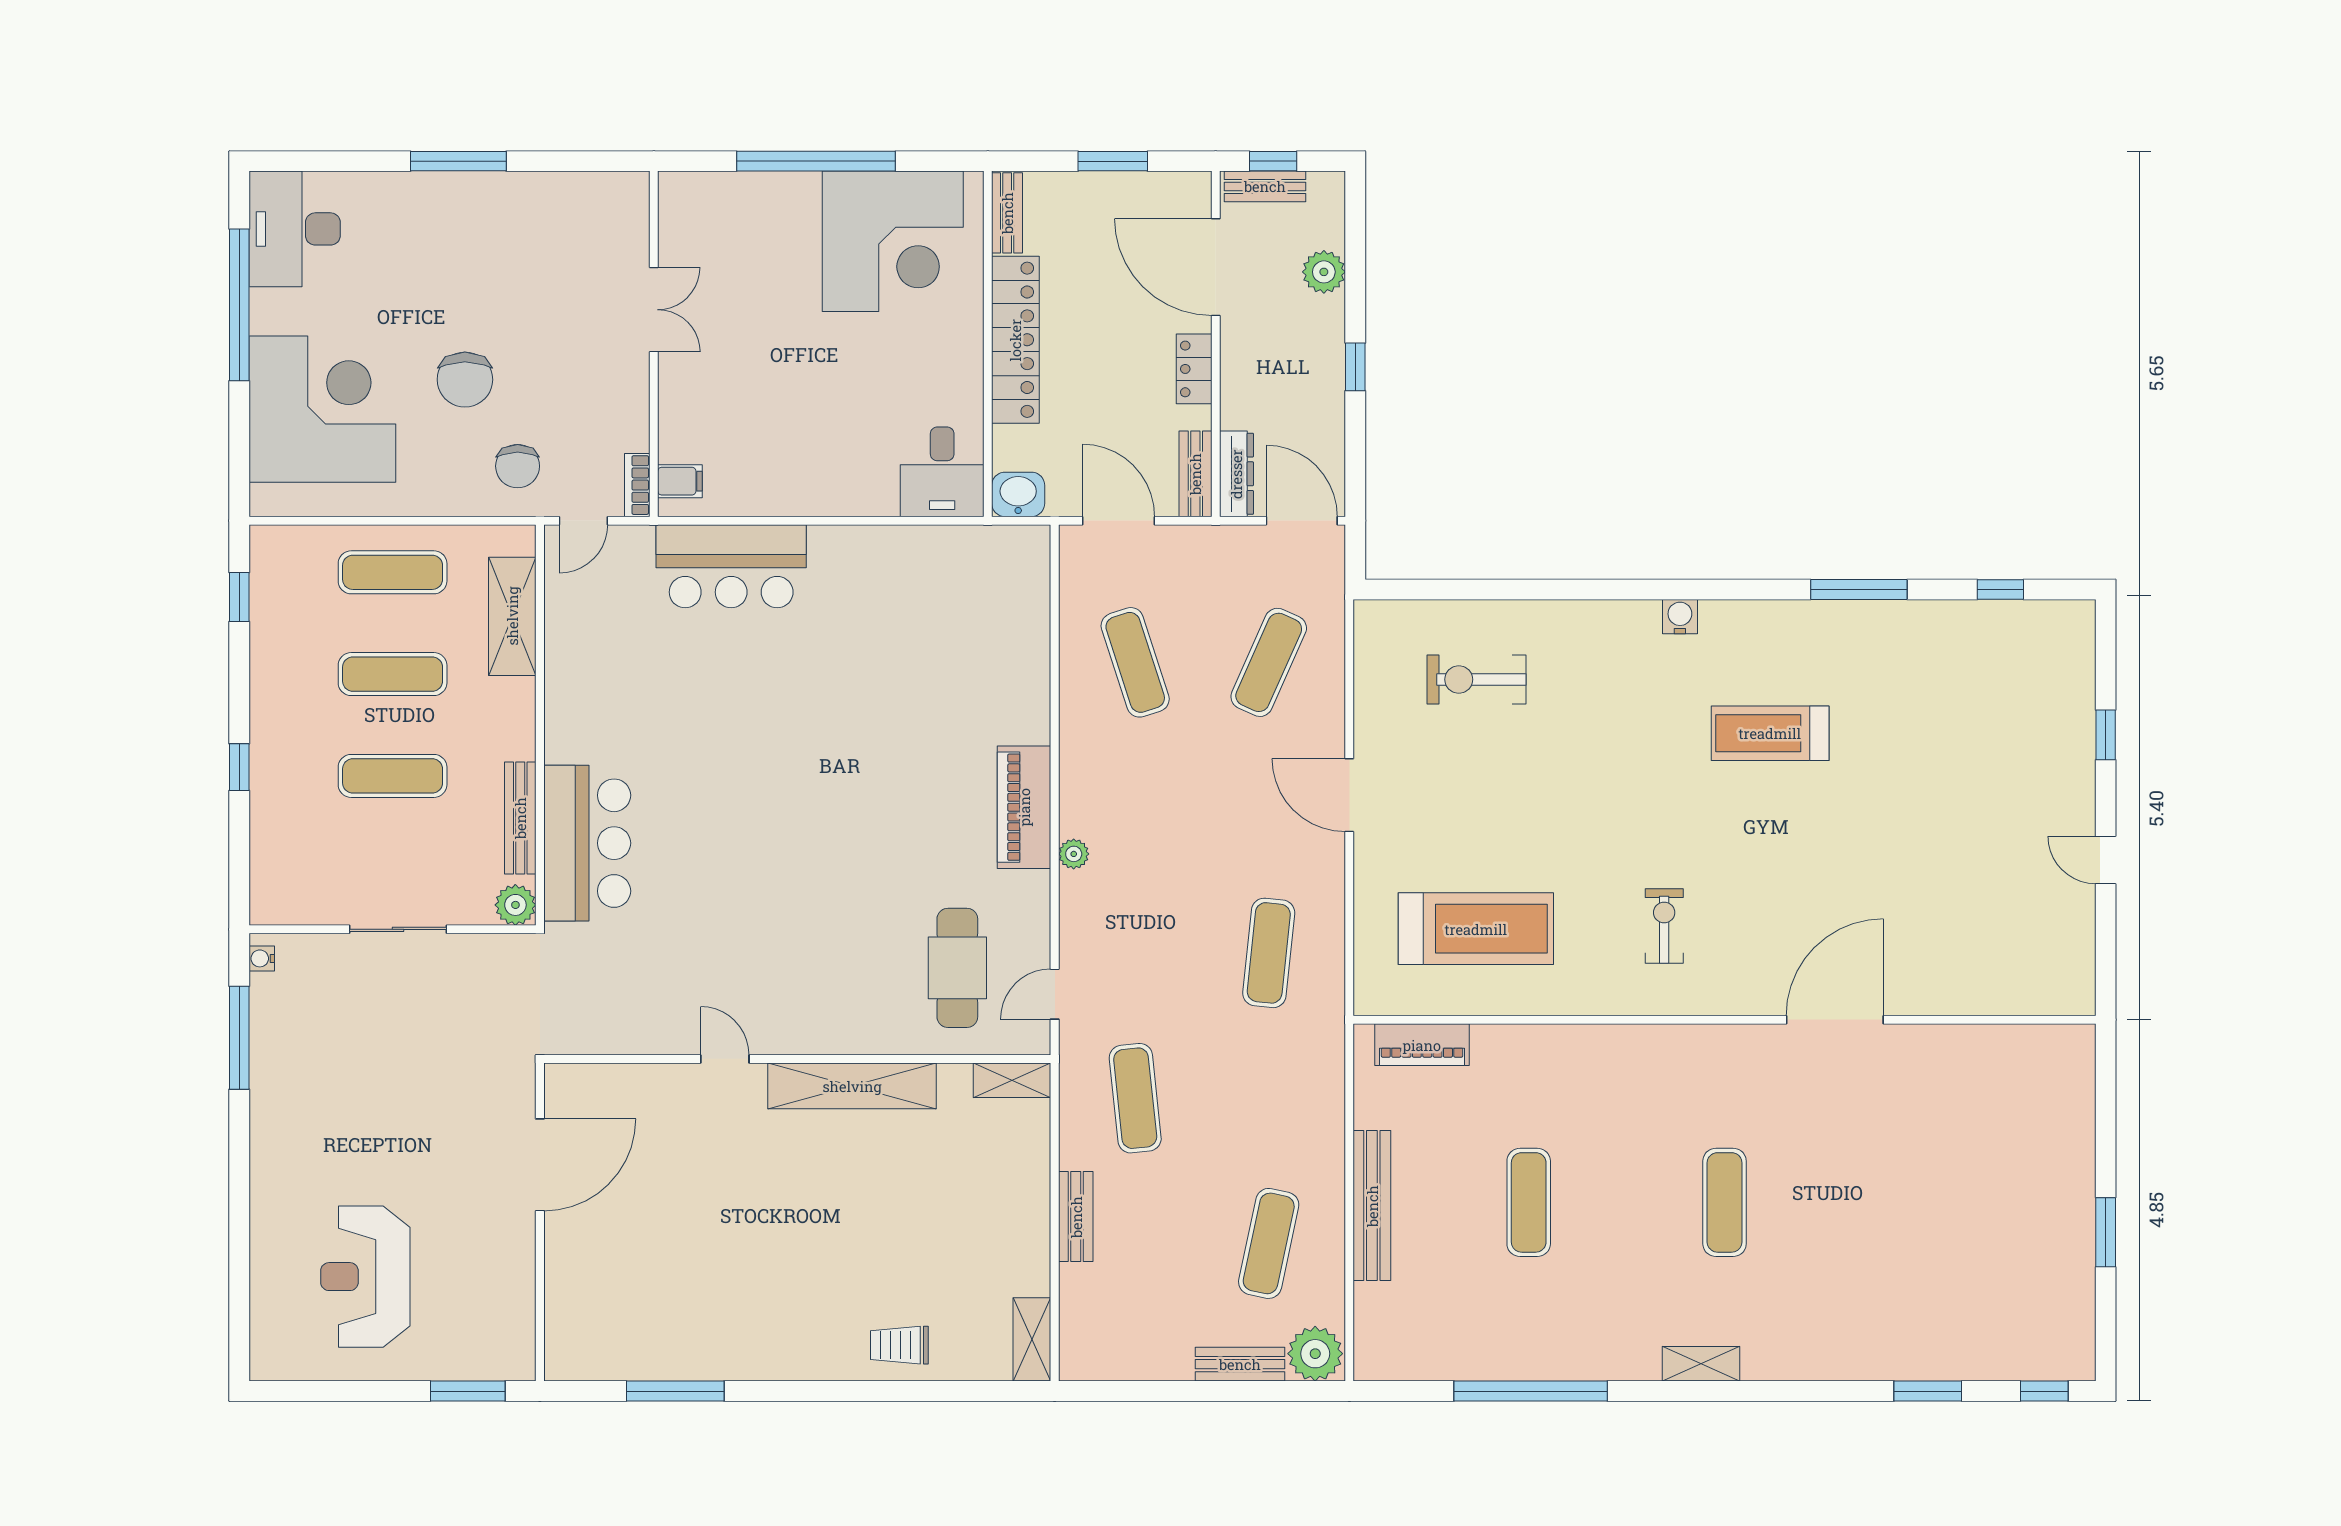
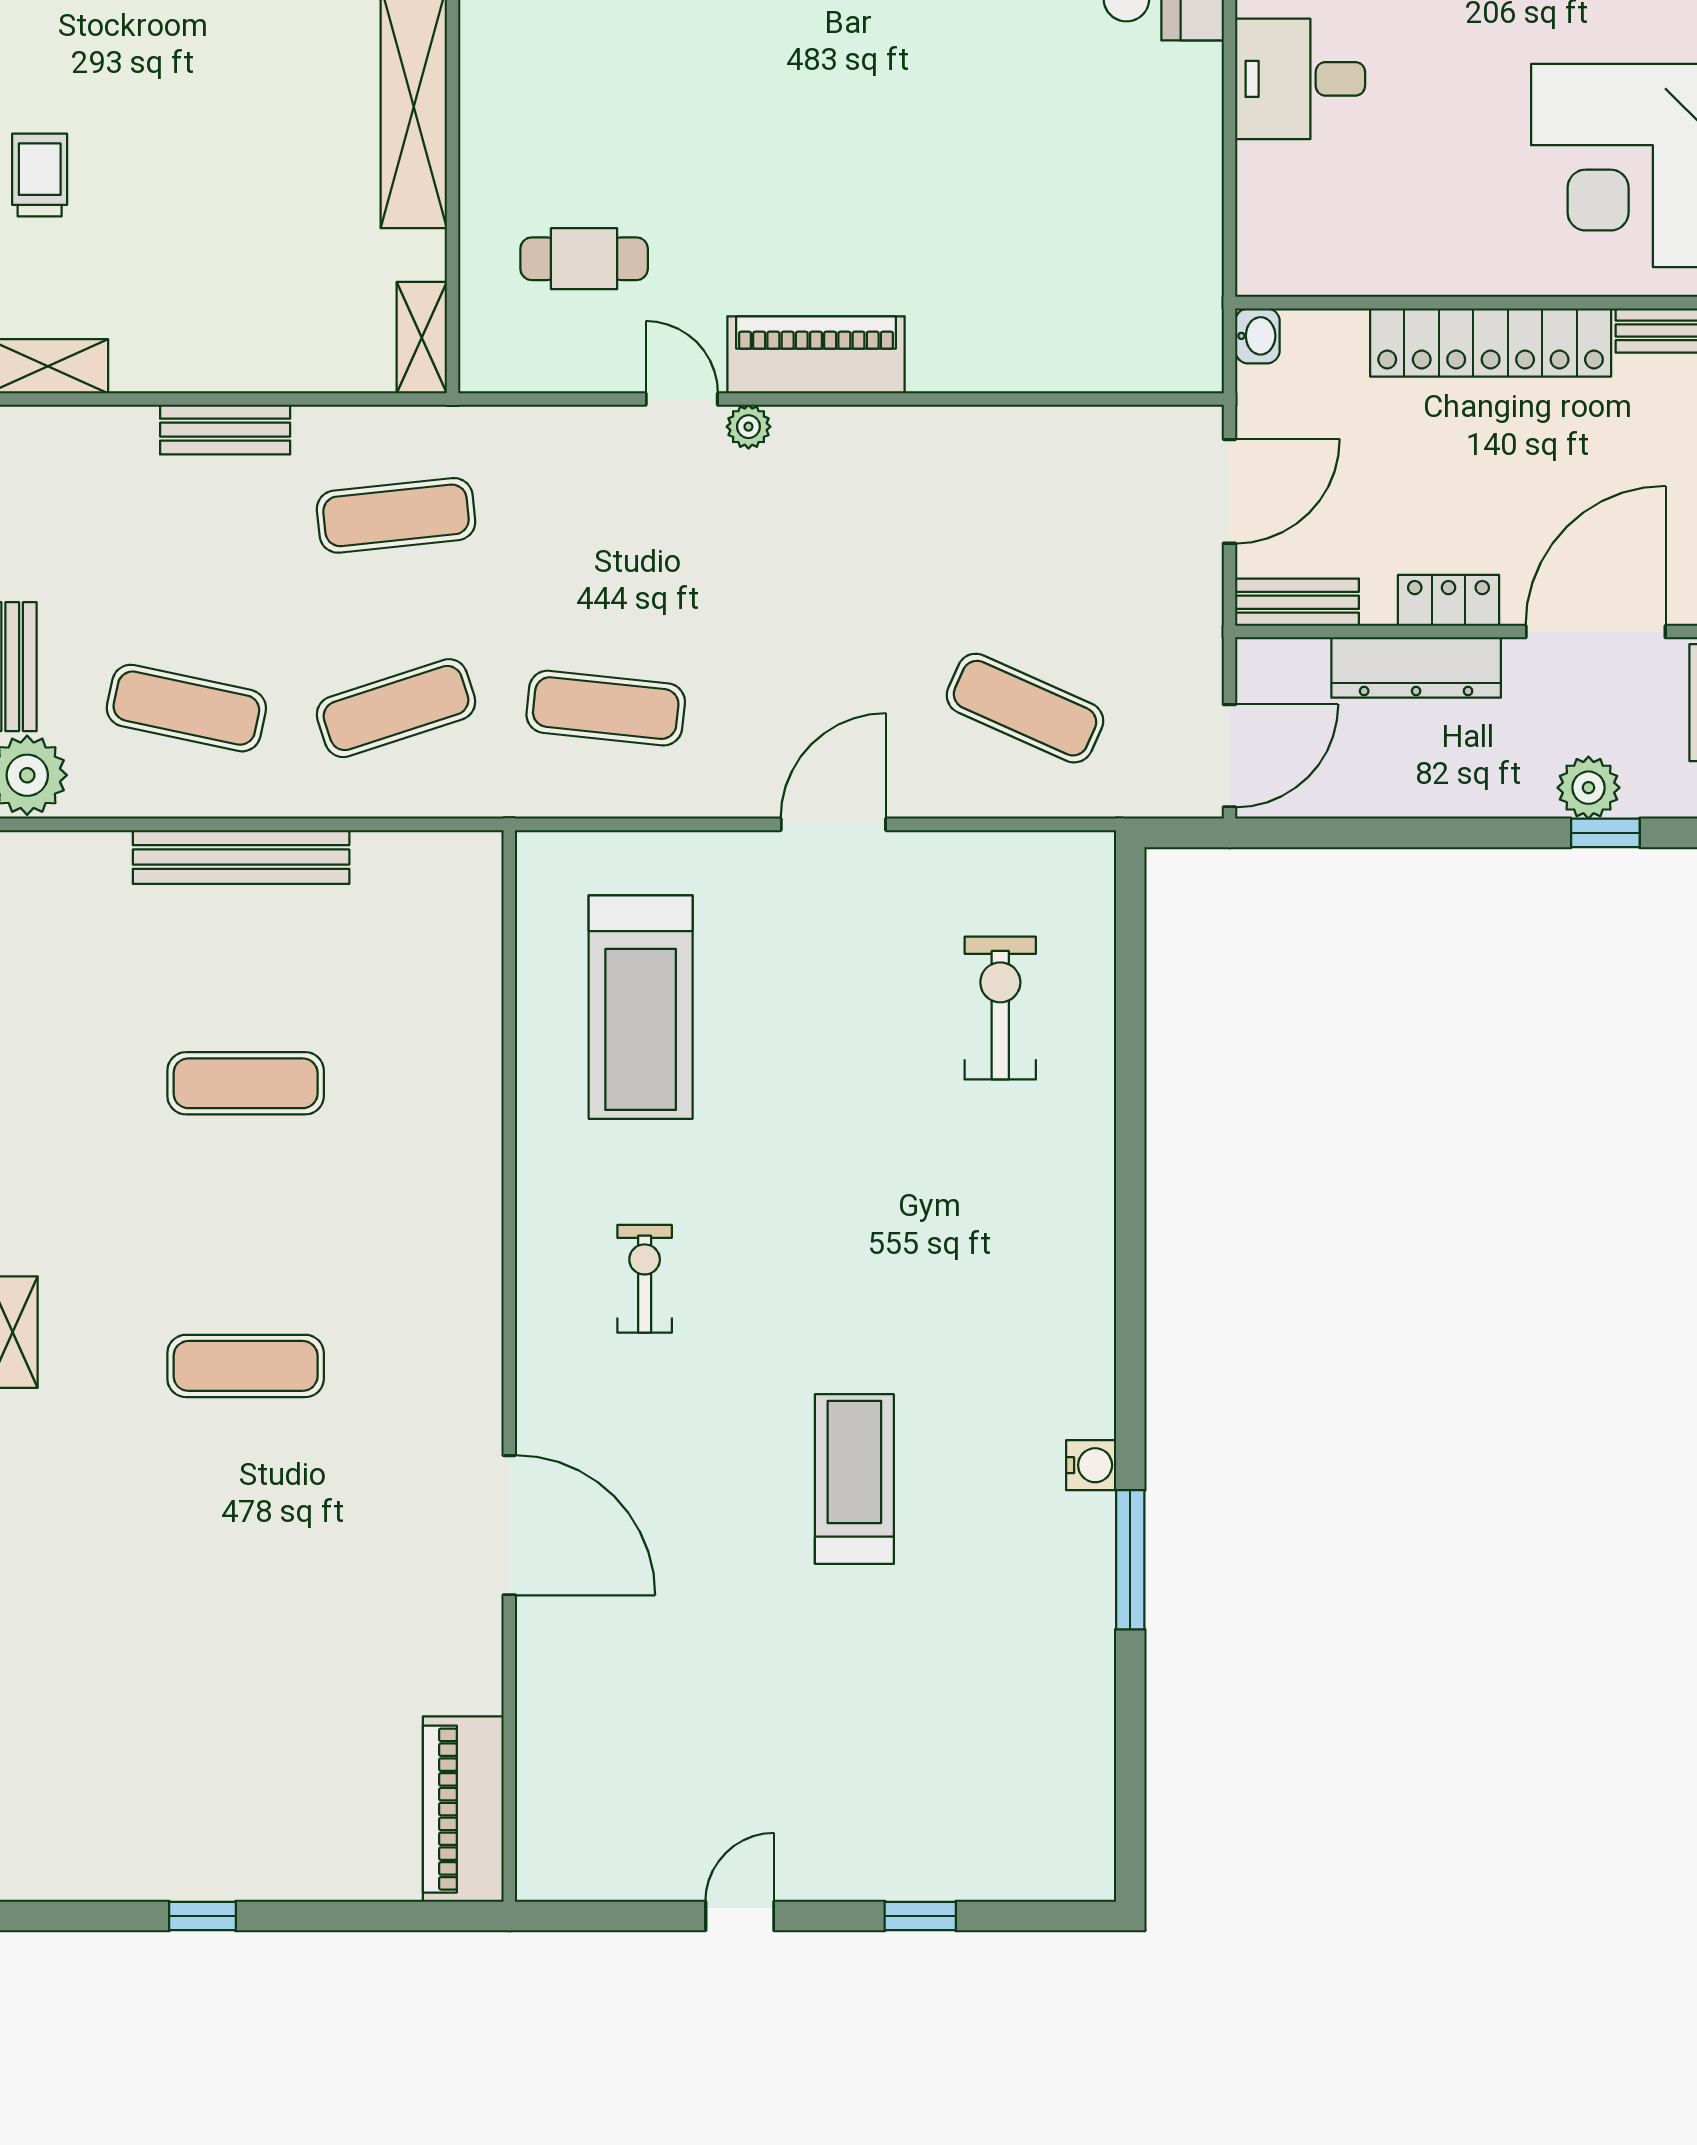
window: (1355, 367) -> (1605, 833), moved
desk: (942, 472) -> (1300, 79), moved
dresser: (1236, 474) -> (1416, 667), moved, width x1.37, depth x1.24
washbasin: (1018, 494) -> (1257, 336), width x0.72, depth x0.69
window: (2000, 589) -> (1130, 1764), removed
water cooler: (1680, 617) -> (1091, 1465), moved
exercise mat: (1135, 662) -> (396, 708), moved
treadmill: (1770, 733) -> (854, 1479), moved
exercise bike: (1664, 926) -> (645, 1279), turned -90
cafe table: (957, 968) -> (584, 259), width x0.73, depth x0.74
door: (1055, 994) -> (682, 399), moved
piano: (1422, 1045) -> (463, 1809), moved, width x1.37, depth x1.33
window: (2106, 1232) -> (202, 1916), width x0.67

